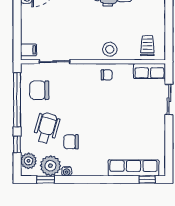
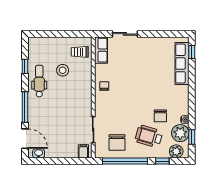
stool: (110, 49) -> (63, 70), moved

